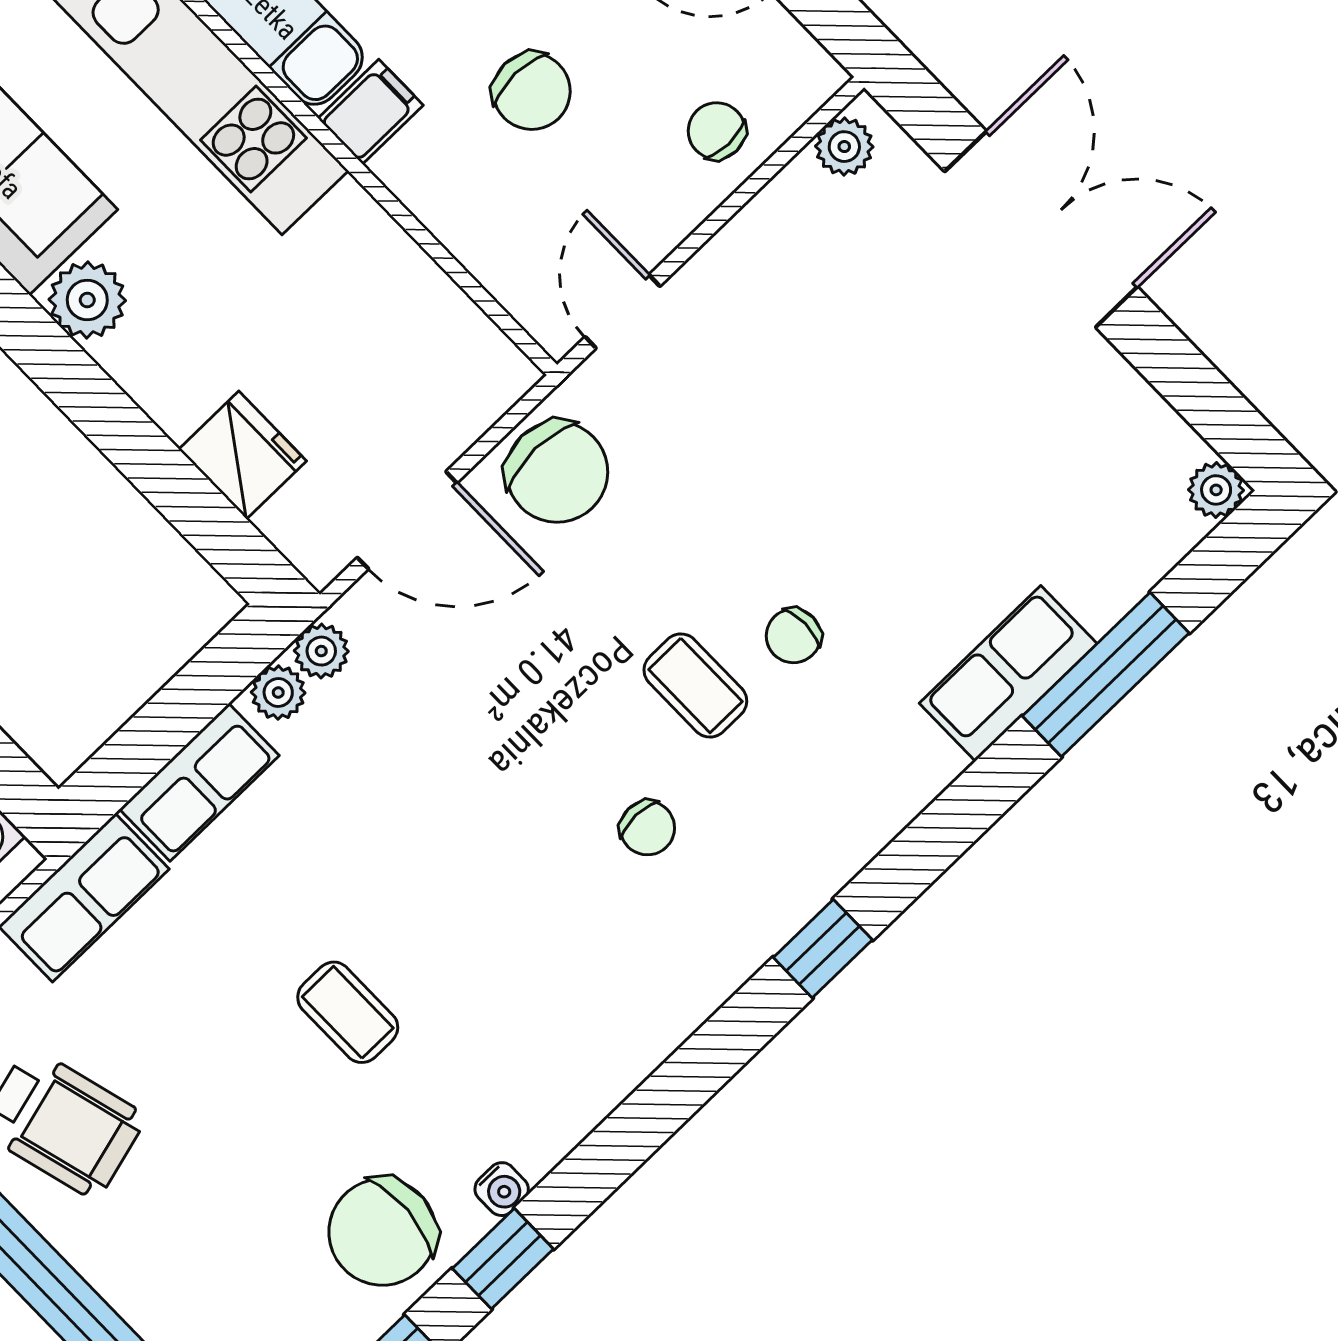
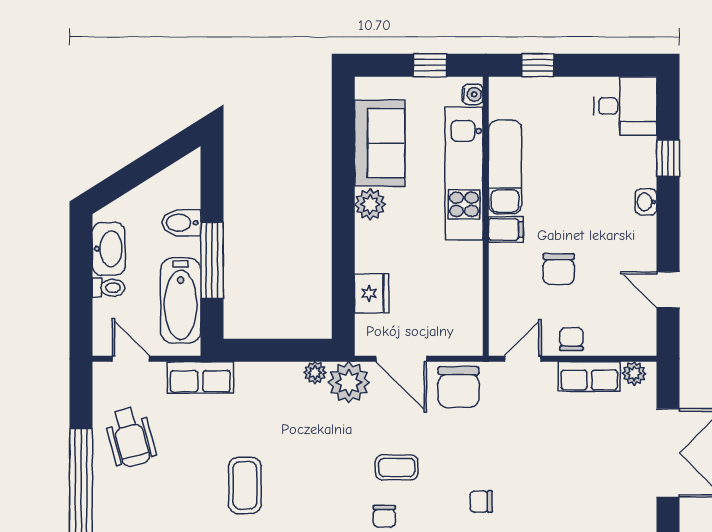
chair: (717, 131) -> (571, 339), moved
plant: (321, 651) -> (349, 382), width x1.88, depth x1.88
coffee table: (695, 686) -> (397, 467), moved, turned 90
row of seats: (199, 782) -> (589, 376), moved
coffee table: (348, 1012) -> (245, 485), width x1.36, depth x1.30

